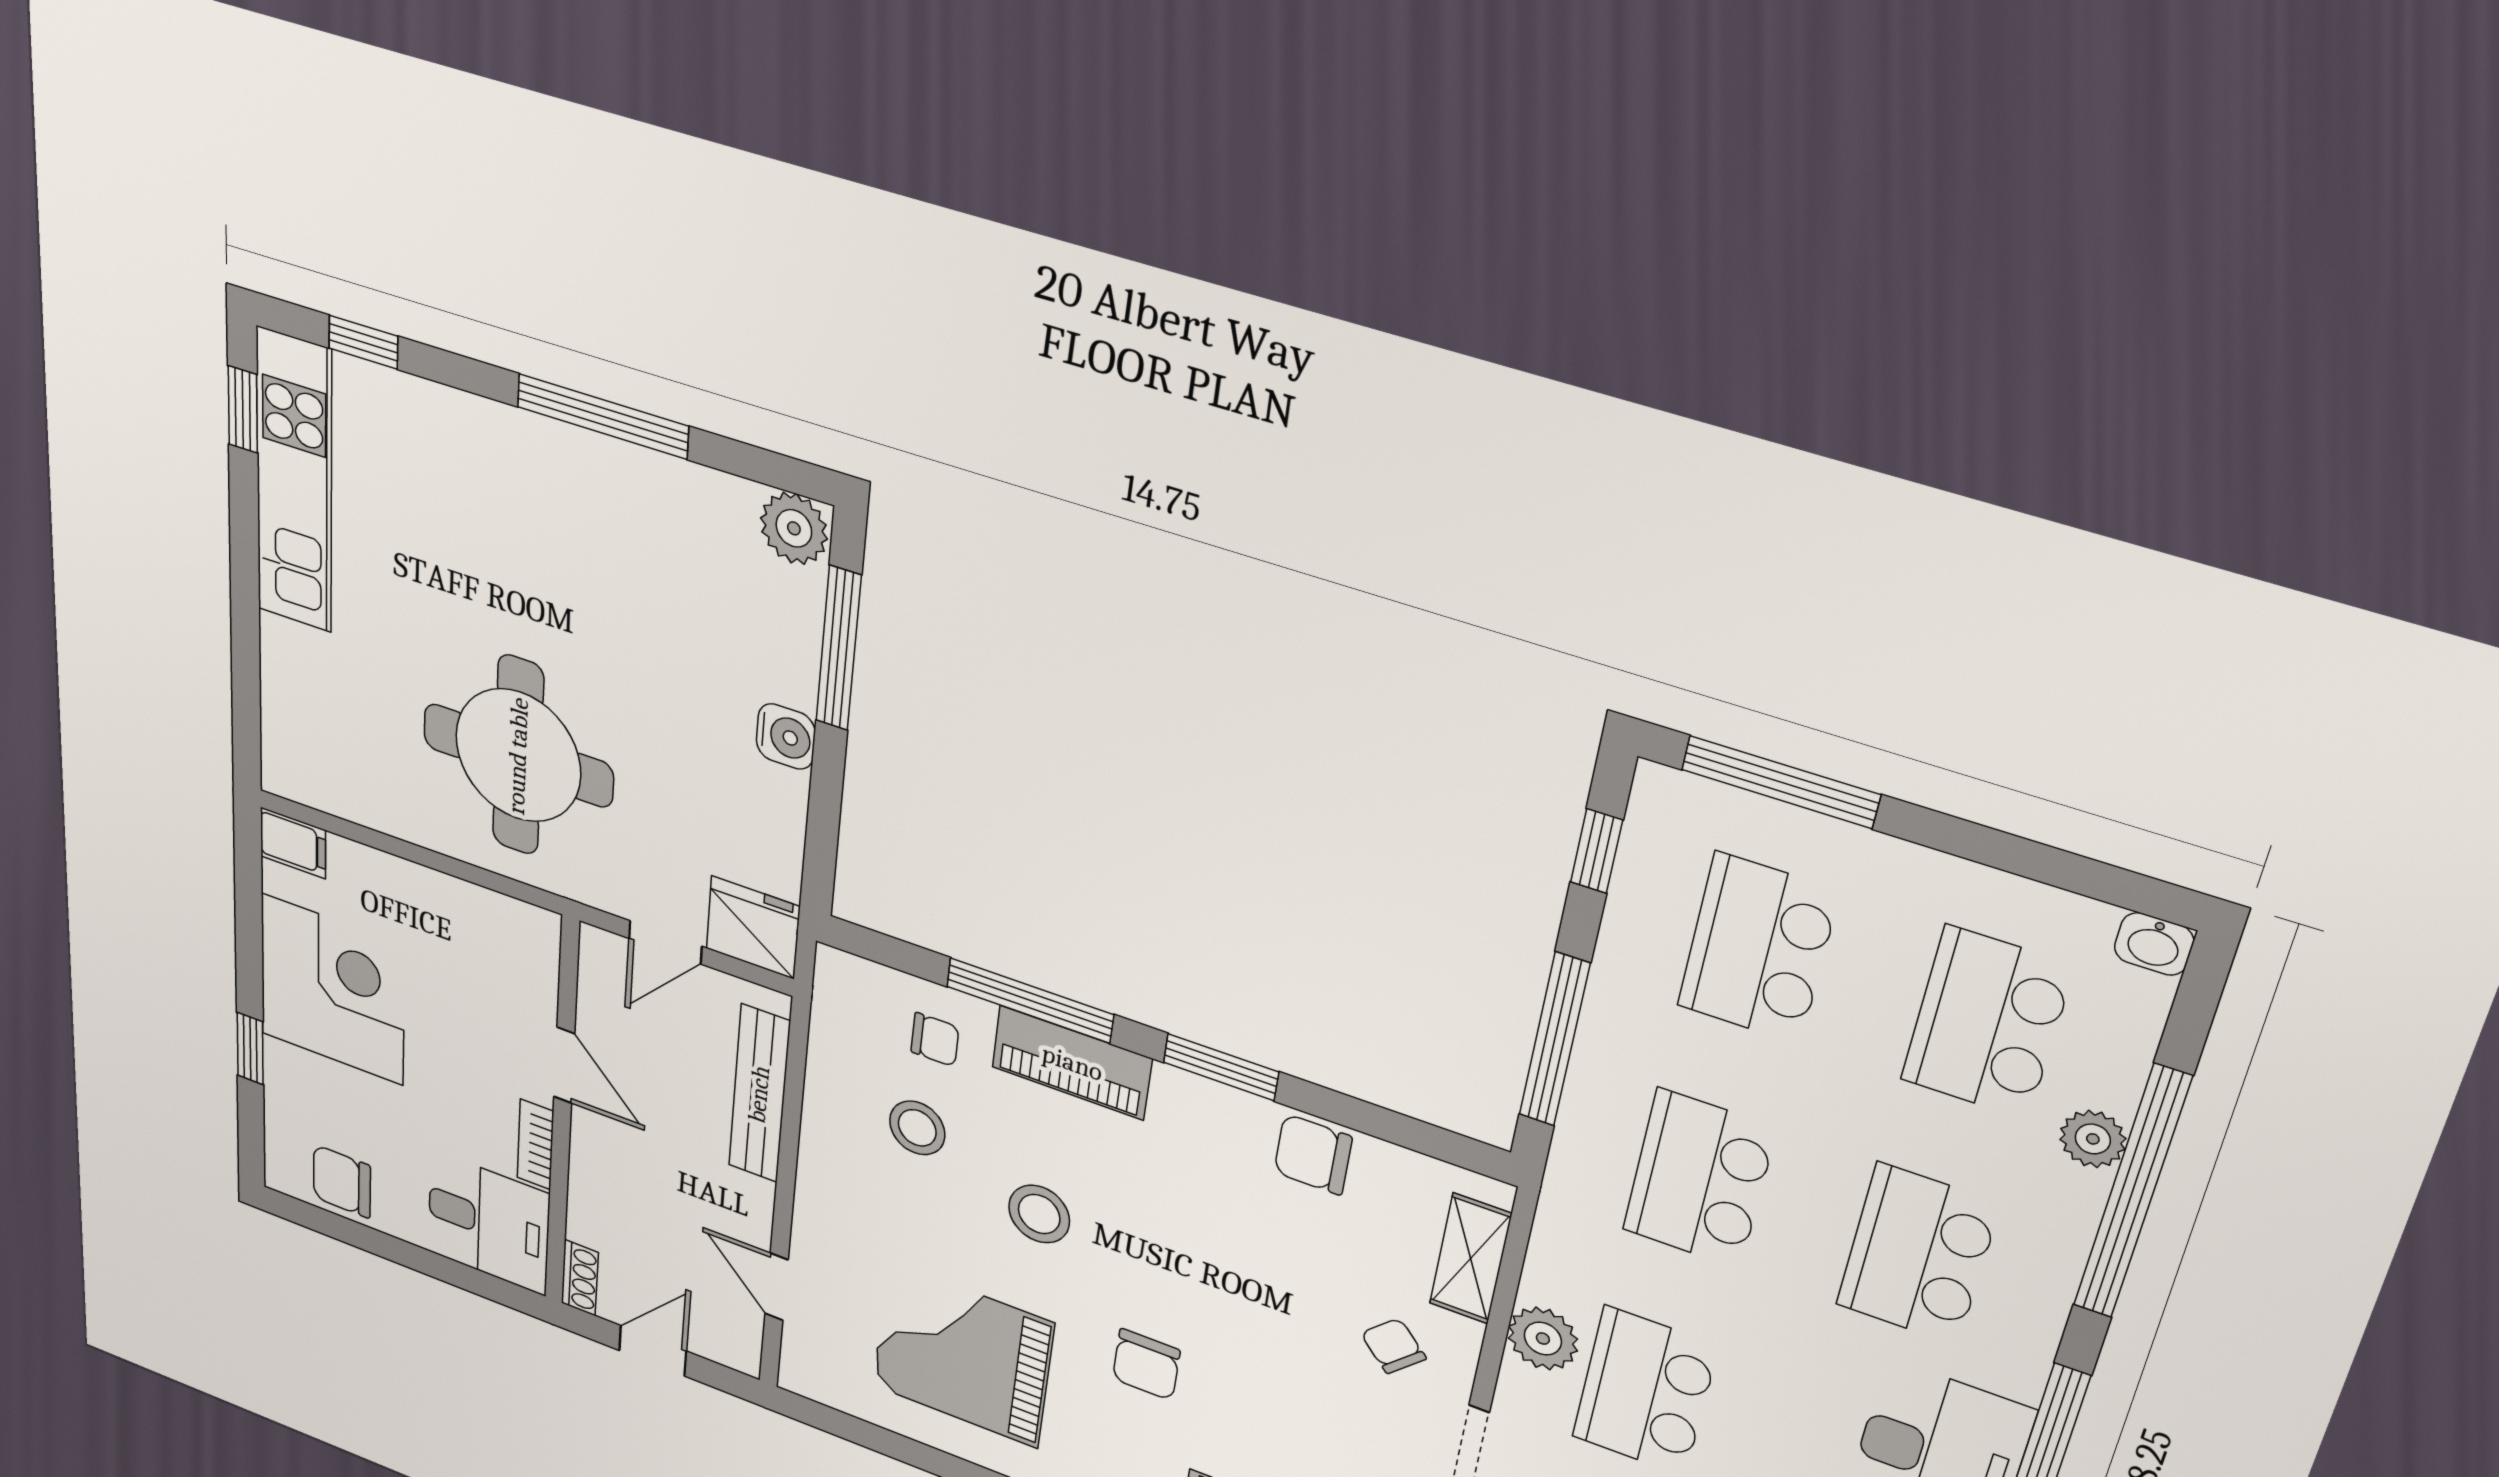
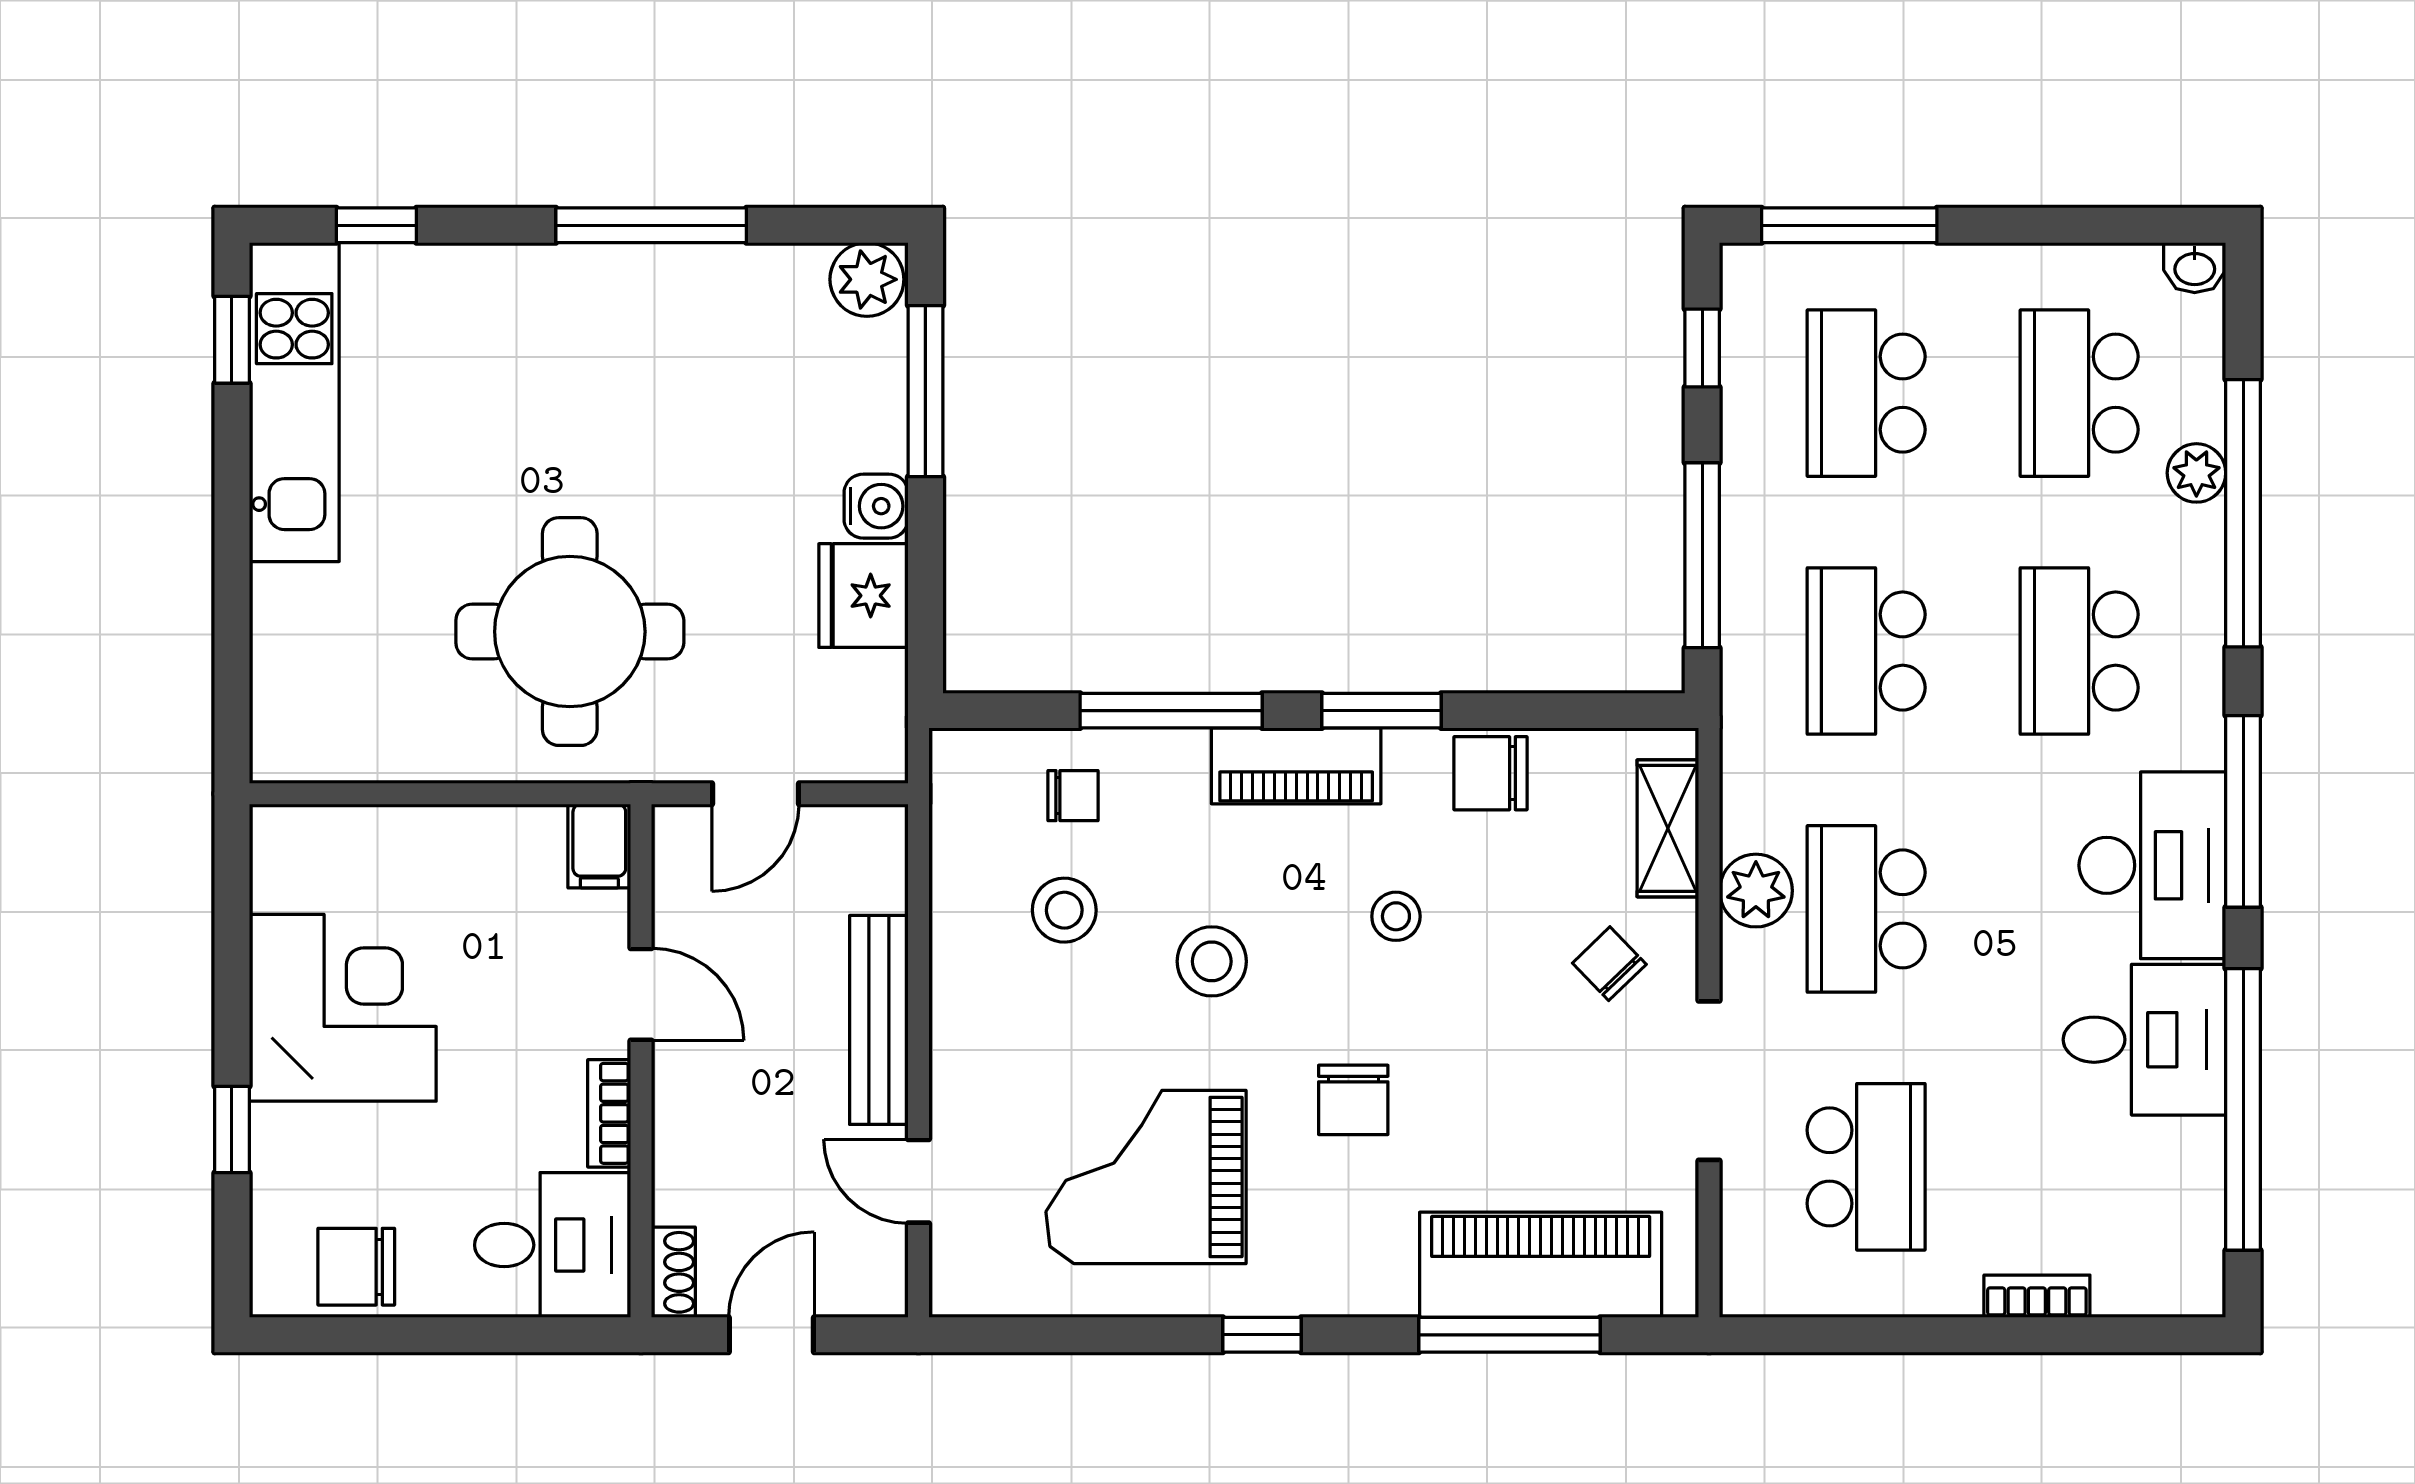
filing cabinet: (293, 843) -> (599, 846), moved, turned 90
fridge: (753, 928) -> (863, 596), moved, turned -90
piano: (1072, 1063) -> (1296, 766), moved
bench: (759, 1094) -> (879, 1020), moved
stool: (1207, 1238) -> (1396, 916), added

